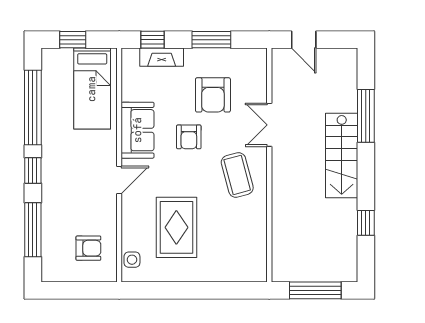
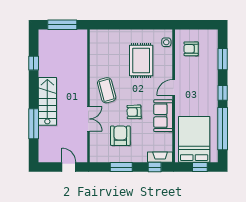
fireplace: (162, 57) -> (160, 157), moved
bed: (92, 89) -> (194, 139), width x1.50
armchair: (189, 137) -> (134, 112), turned -92
window: (33, 230) -> (223, 59), width x0.69

